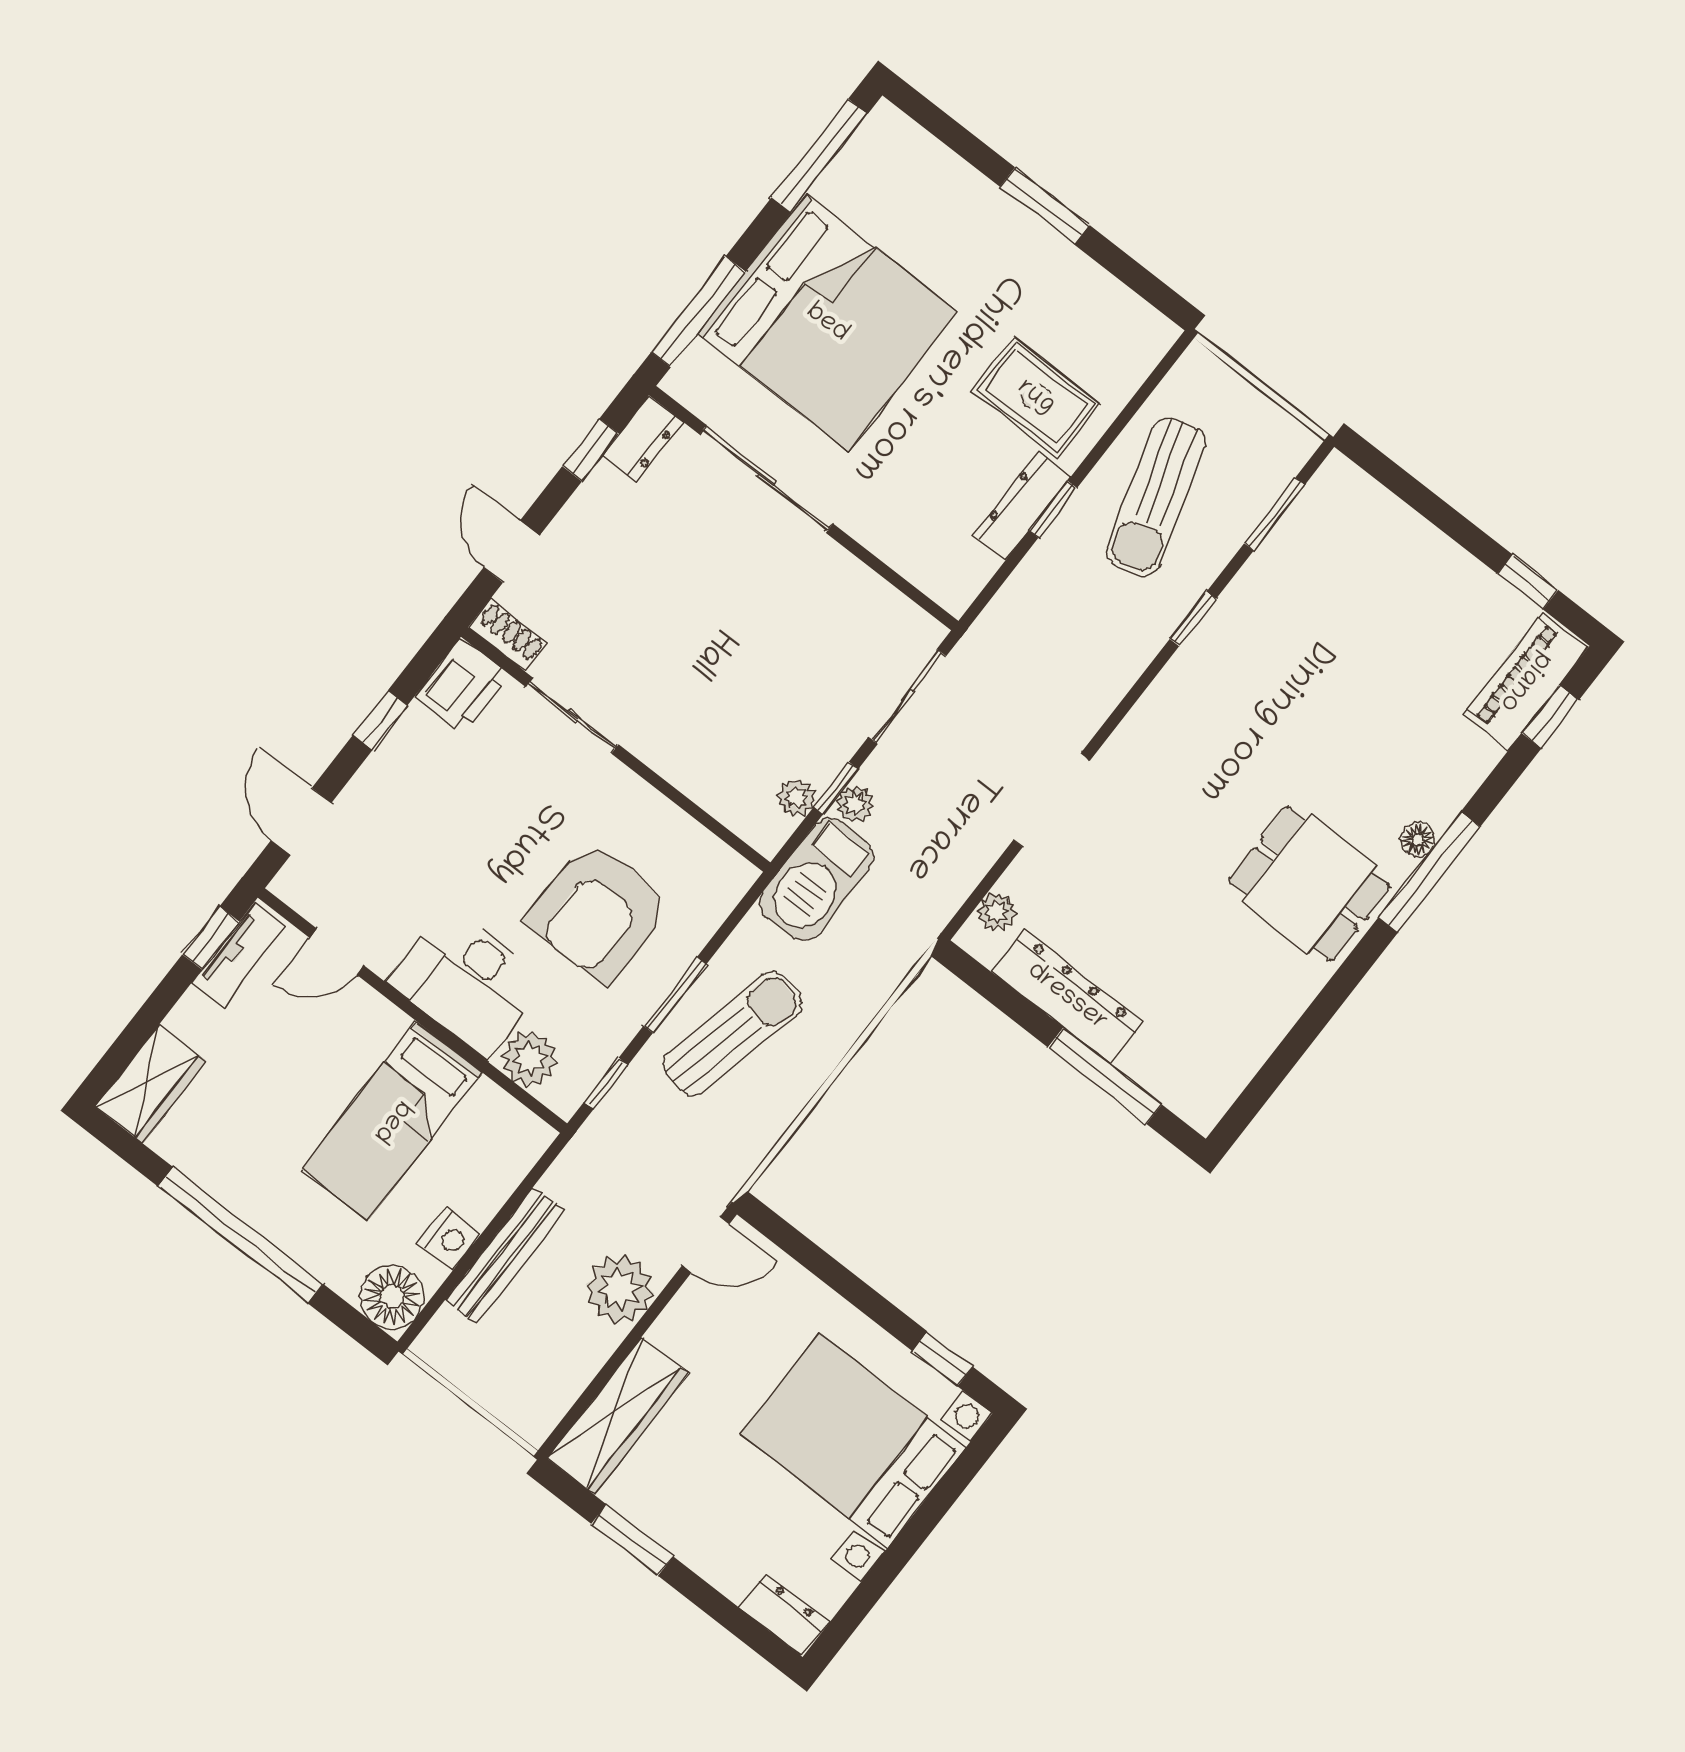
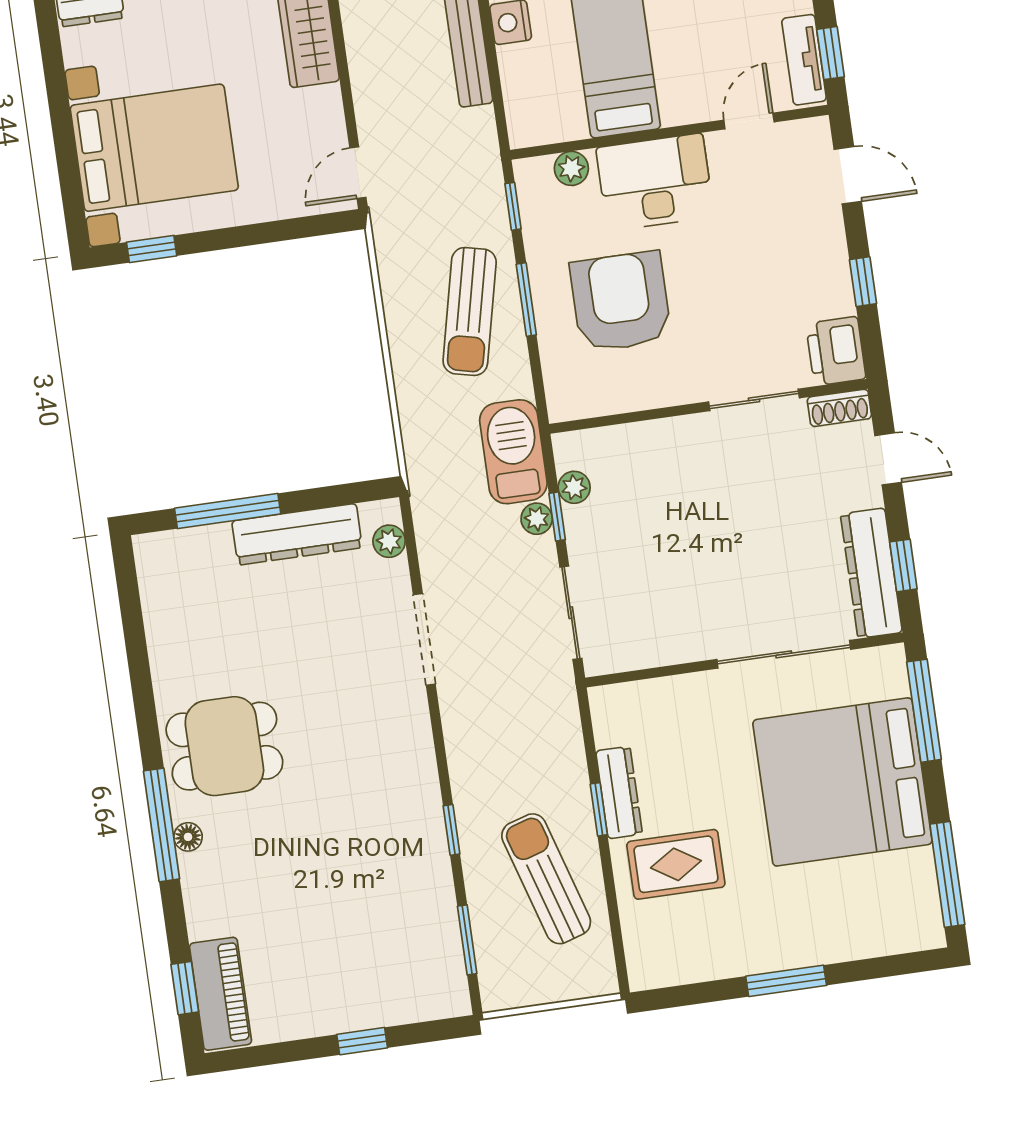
dresser: (642, 439) -> (871, 573), width x1.96, depth x1.24
window: (1528, 582) -> (362, 1041), moved
plant: (530, 1059) -> (571, 168), width x0.73, depth x0.73
plant: (620, 1289) -> (381, 95), removed

